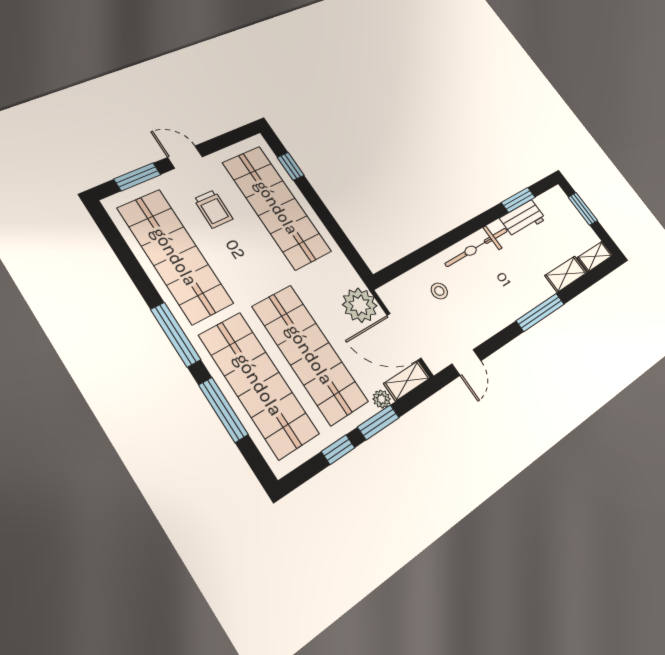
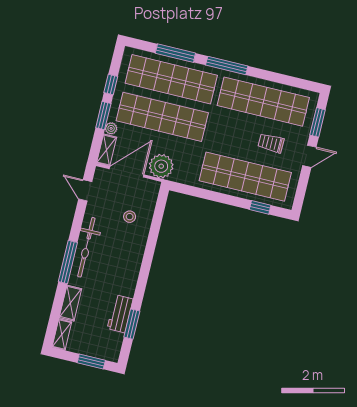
bicycle: (477, 247) -> (86, 247), moved, turned 180

